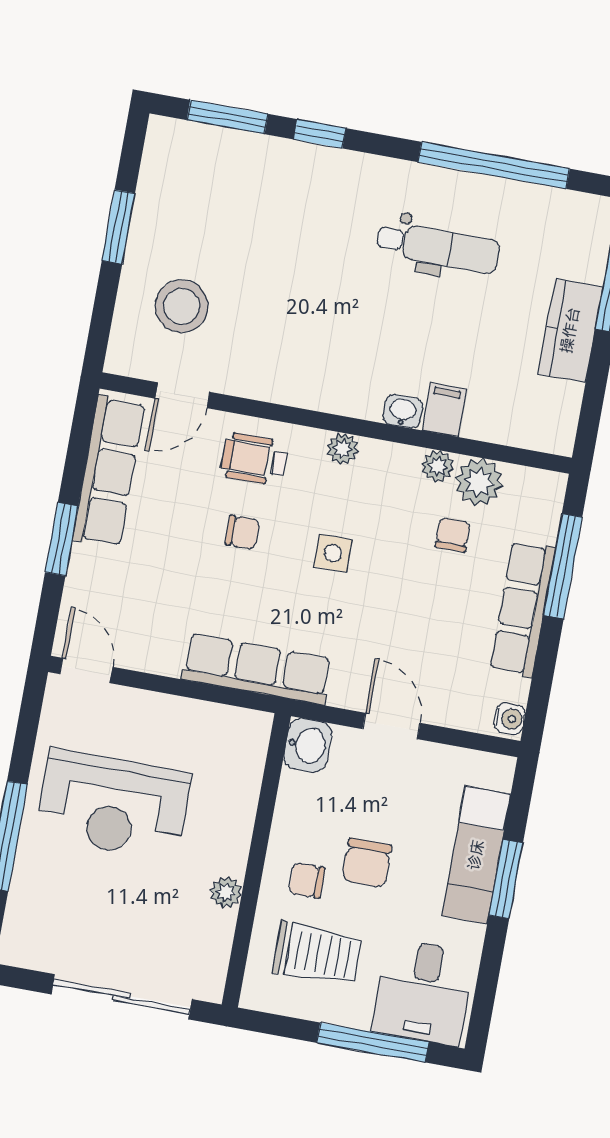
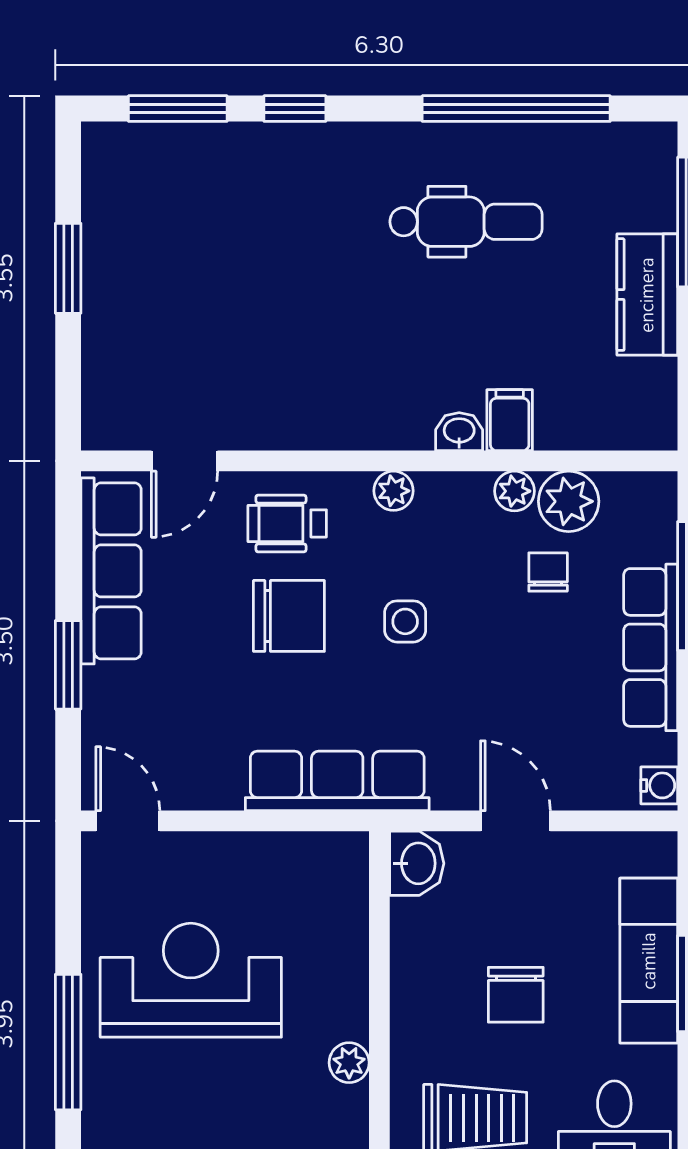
stool: (182, 306) -> (164, 352), removed
chair: (242, 532) -> (289, 616), width x1.87, depth x1.87
reception desk: (113, 805) -> (191, 980), turned 180
chair: (307, 880) -> (446, 1030), removed

